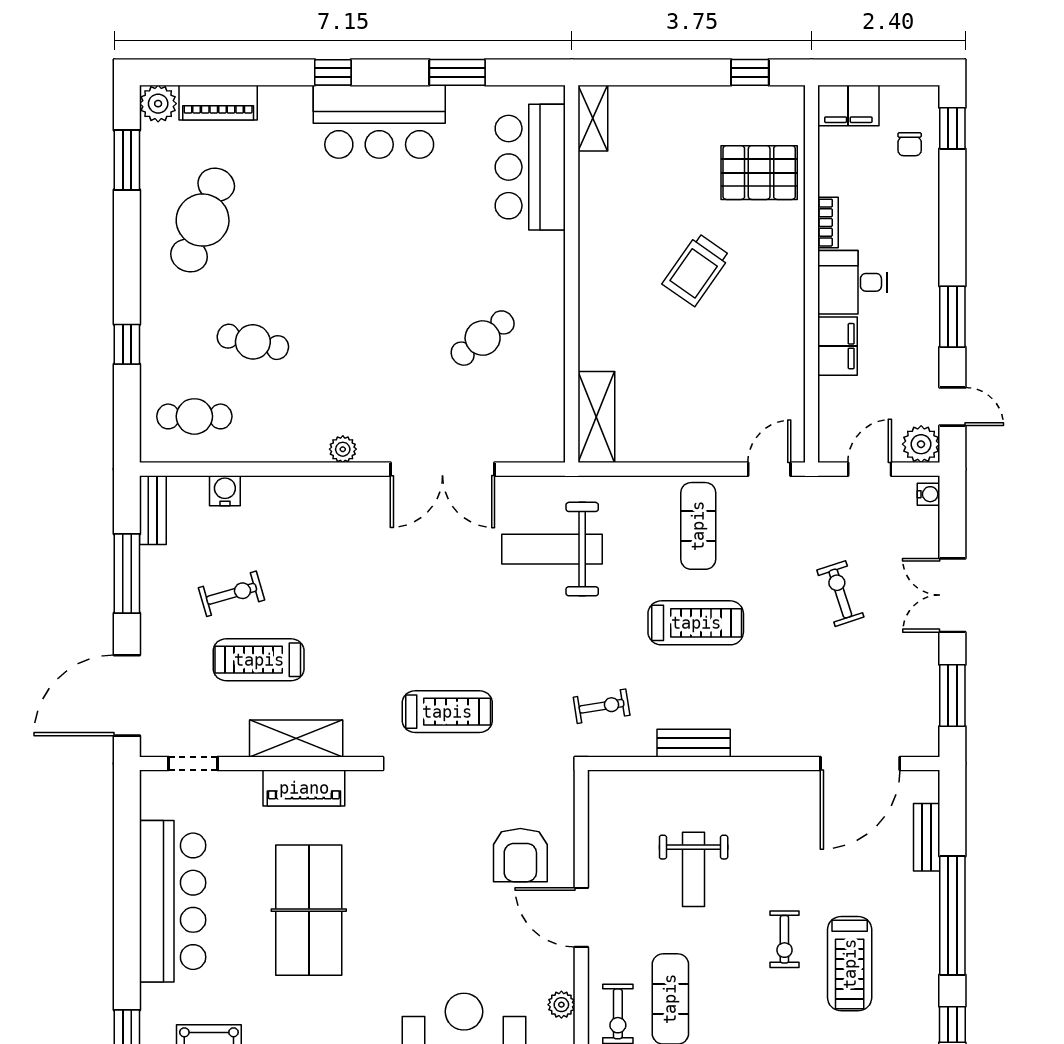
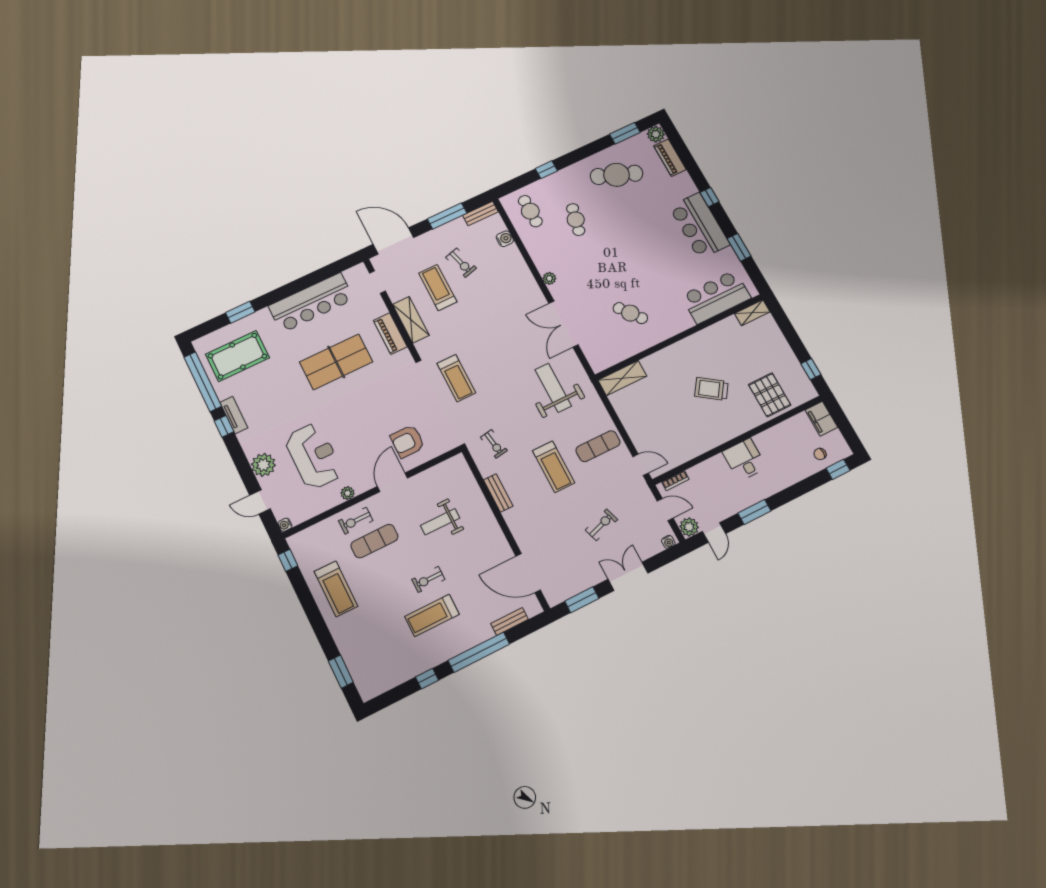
bookcase: (828, 223) -> (675, 481), moved
filing cabinet: (838, 346) -> (712, 467), removed

